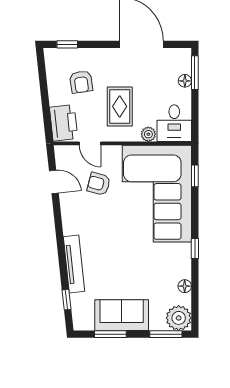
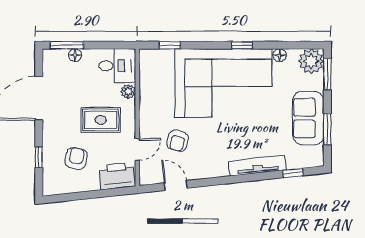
window: (67, 44) -> (39, 157), moved
armchair: (81, 82) -> (76, 158), turned -71
door: (54, 182) -> (176, 186), hinge flipped
corner sofa: (157, 194) -> (223, 83), moved

